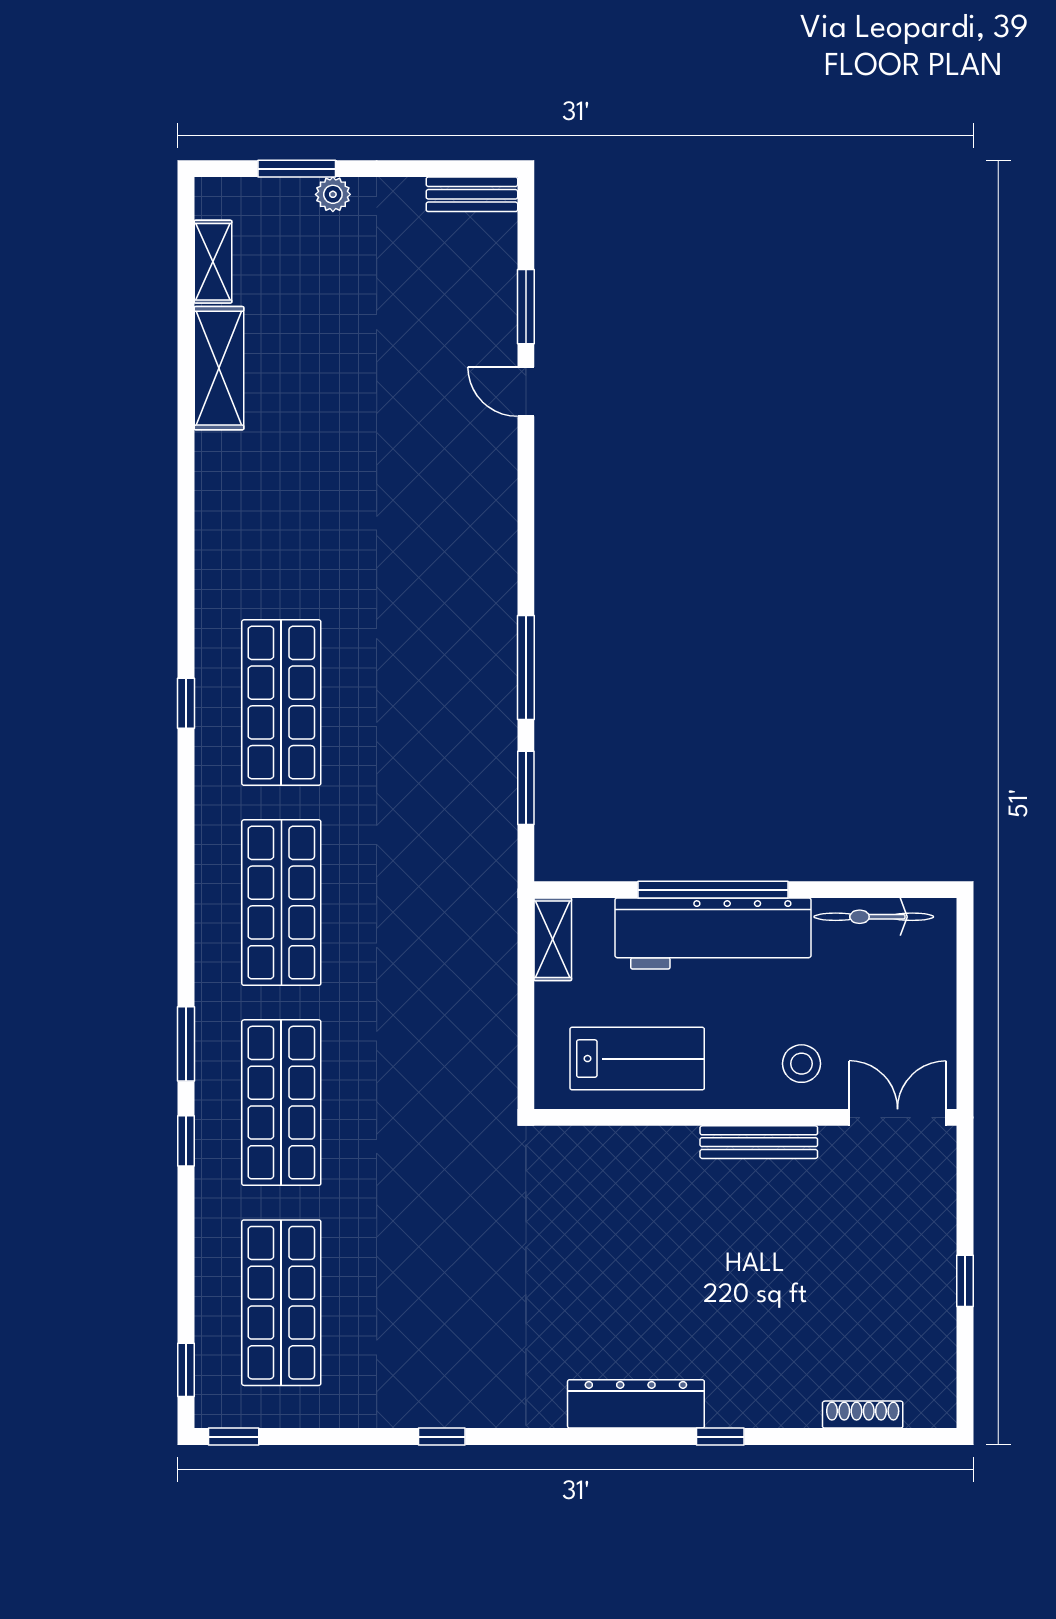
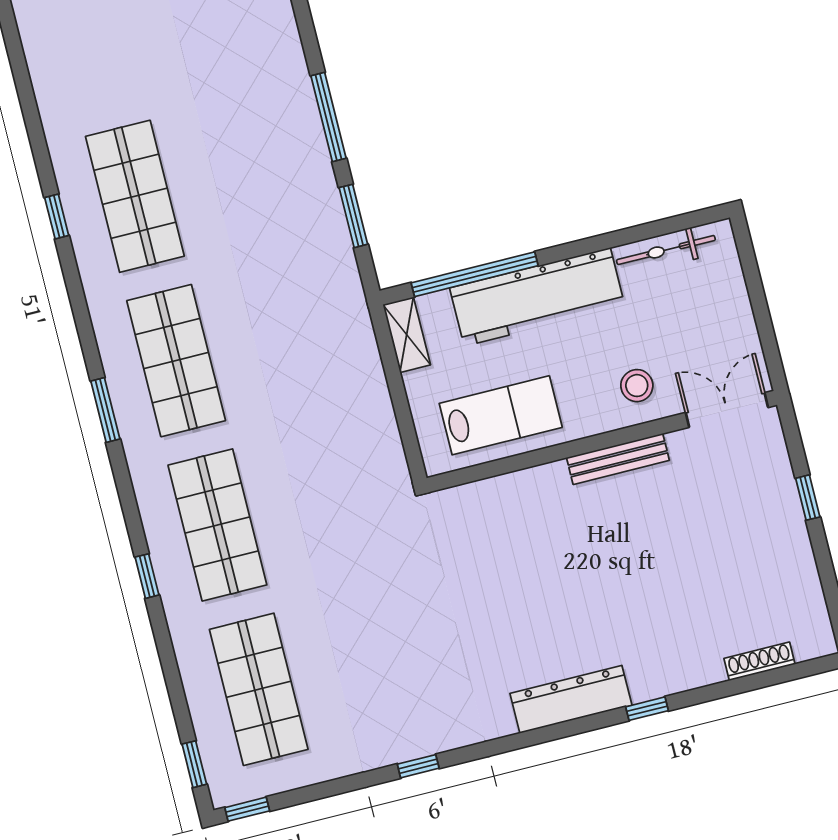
window: (713, 890) -> (475, 274), moved
window: (186, 1044) -> (105, 410), moved
window: (965, 1281) -> (808, 498), moved

